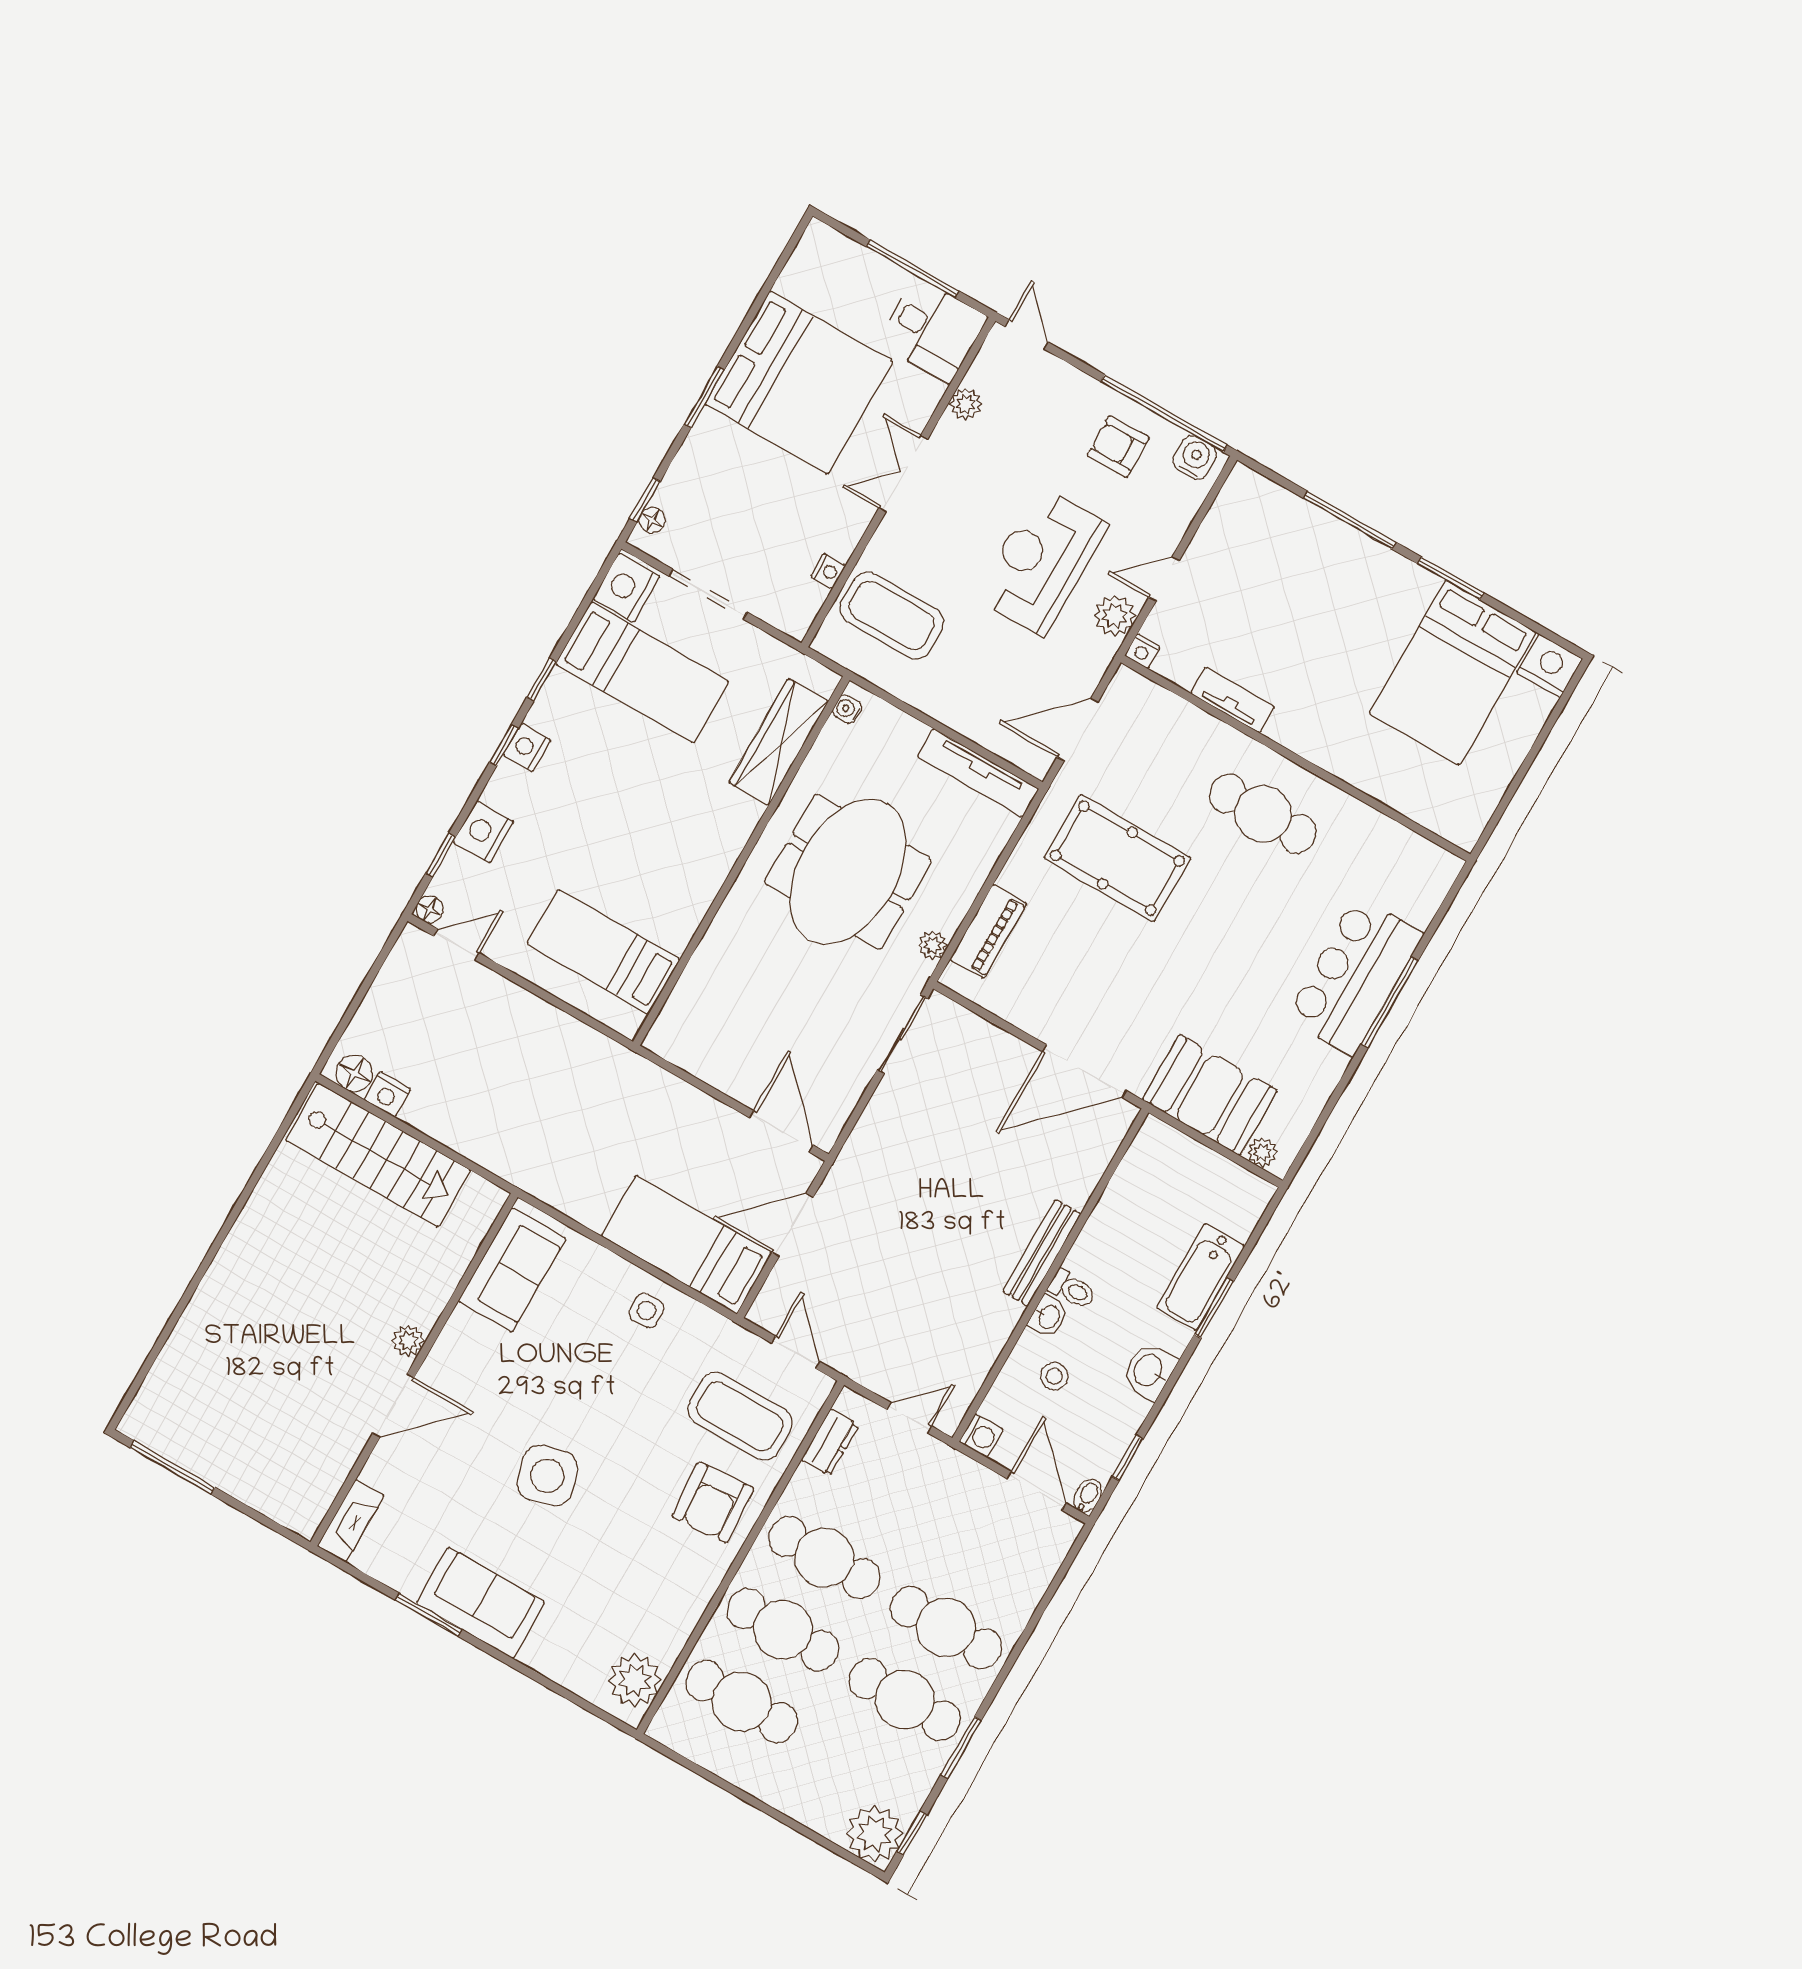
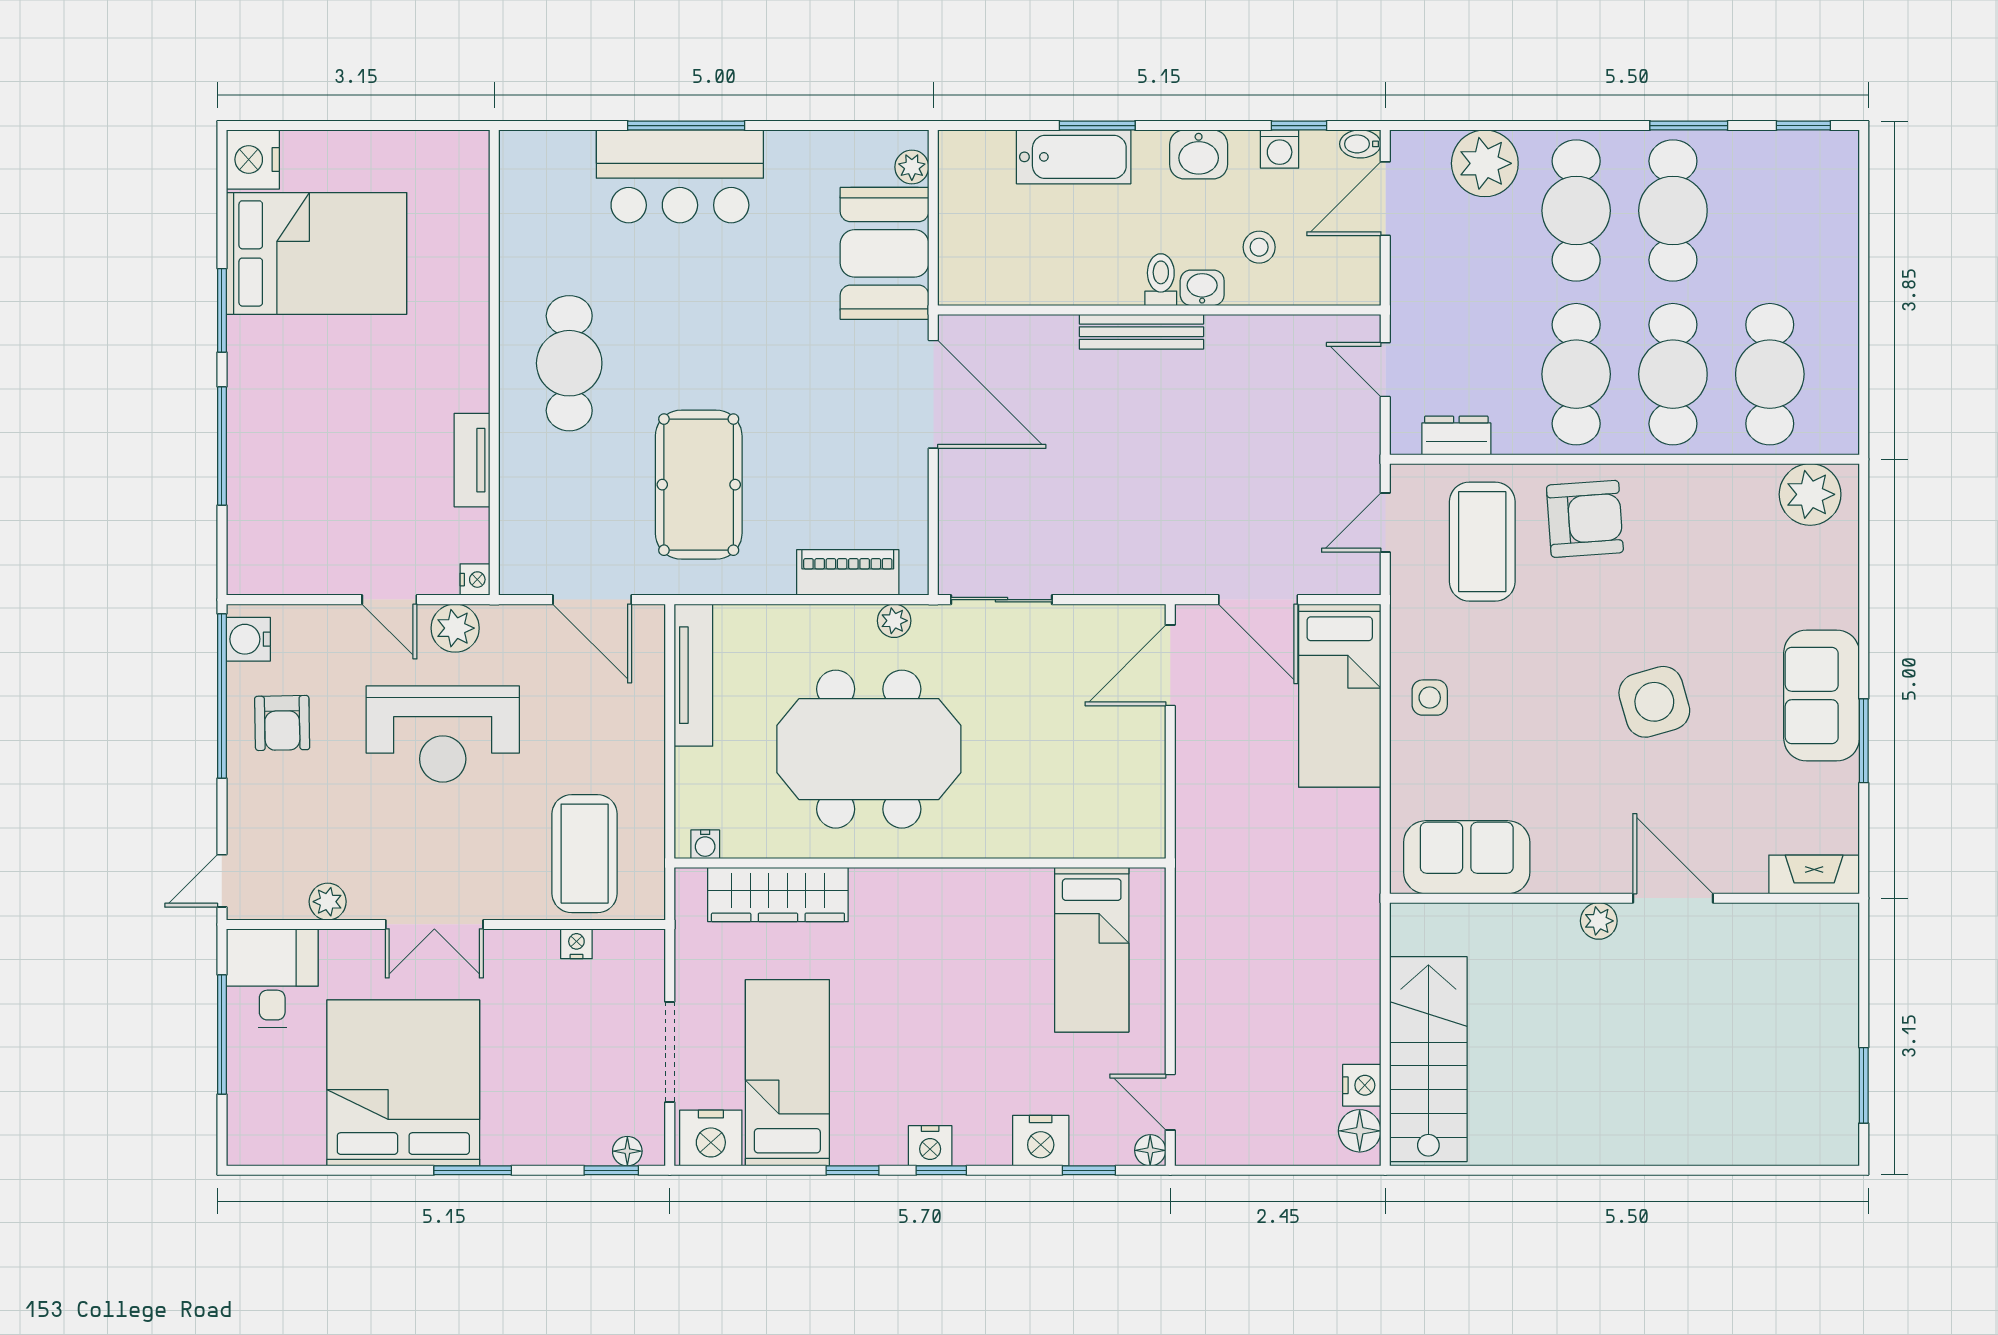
washing machine: (981, 1436) -> (1280, 149), moved, turned 180
window: (173, 1468) -> (1864, 1085), width x0.69
plant: (874, 1834) -> (1485, 163), moved

